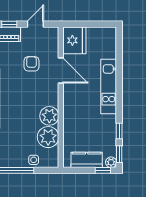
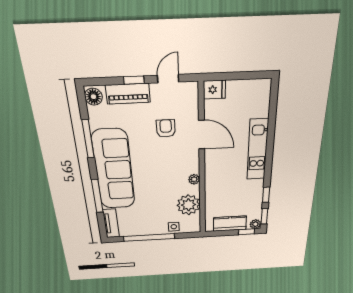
fridge: (74, 40) -> (214, 90), width x0.53, depth x0.75
plant: (49, 116) -> (194, 179), width x0.53, depth x0.53

